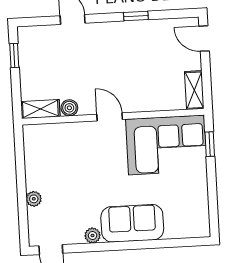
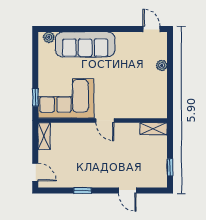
boiler: (69, 108) -> (133, 128), removed
sofa: (132, 223) -> (85, 44), width x1.36
plant: (93, 236) -> (49, 37), moved

